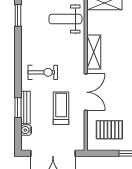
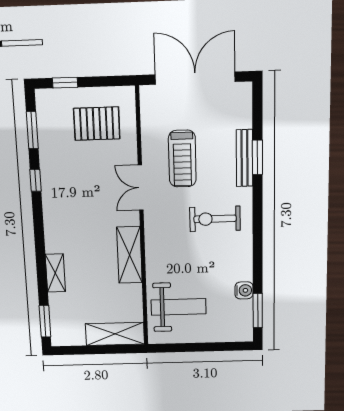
double door: (86, 92) -> (141, 188), width x0.73
water cooler: (26, 130) -> (244, 290), moved

